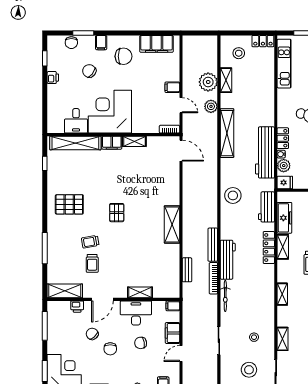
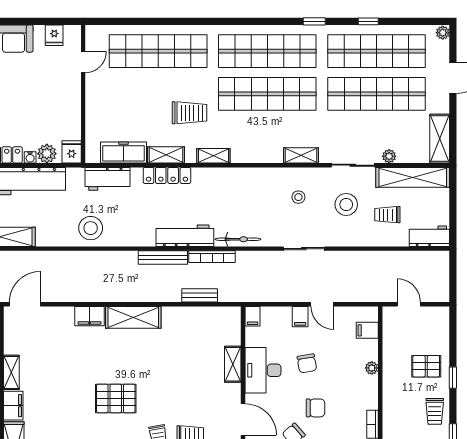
filing cabinet: (173, 195) -> (90, 316), added
pallet: (117, 213) -> (116, 398), width x1.50, depth x1.42
shelving: (282, 294) -> (213, 156), moved
filing cabinet: (172, 333) -> (300, 317), width x0.50

